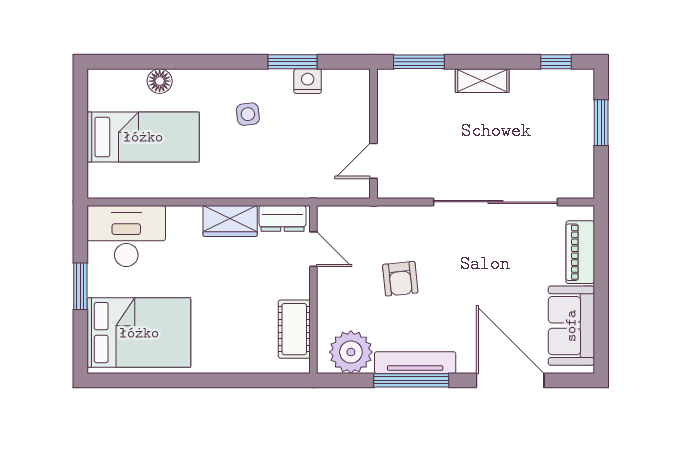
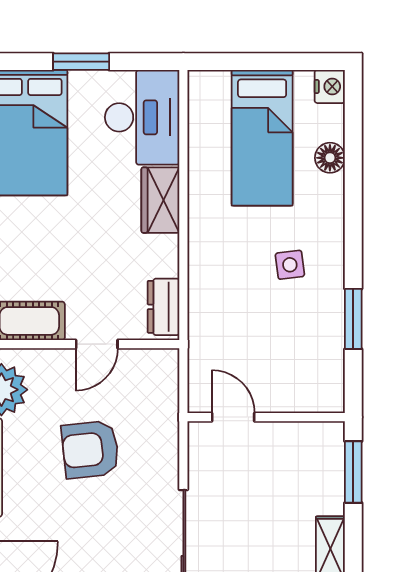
nightstand: (308, 81) -> (330, 86), moved
wardrobe: (230, 221) -> (160, 200), moved
door: (313, 249) -> (97, 344), moved
armchair: (400, 279) -> (90, 449), width x1.38, depth x1.38

